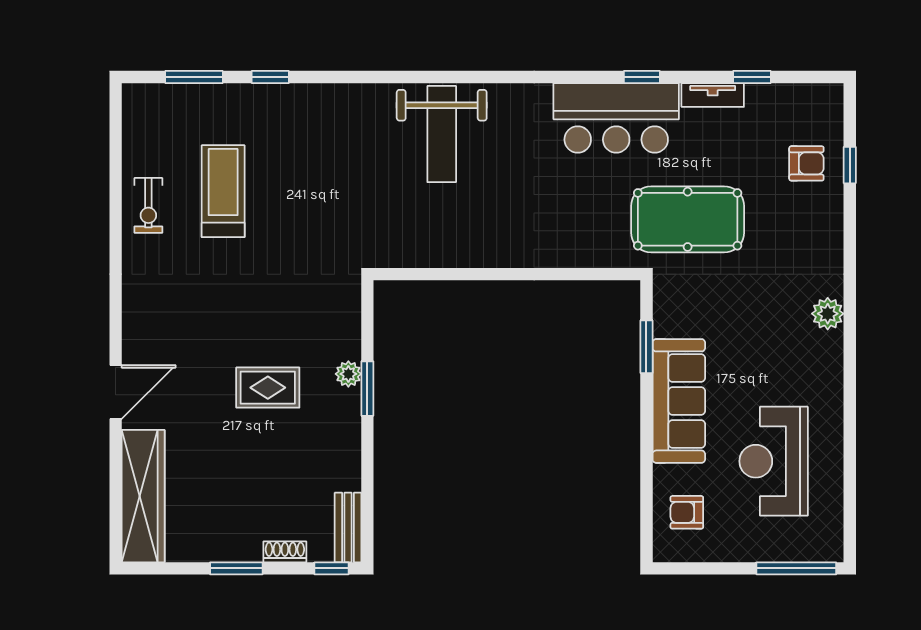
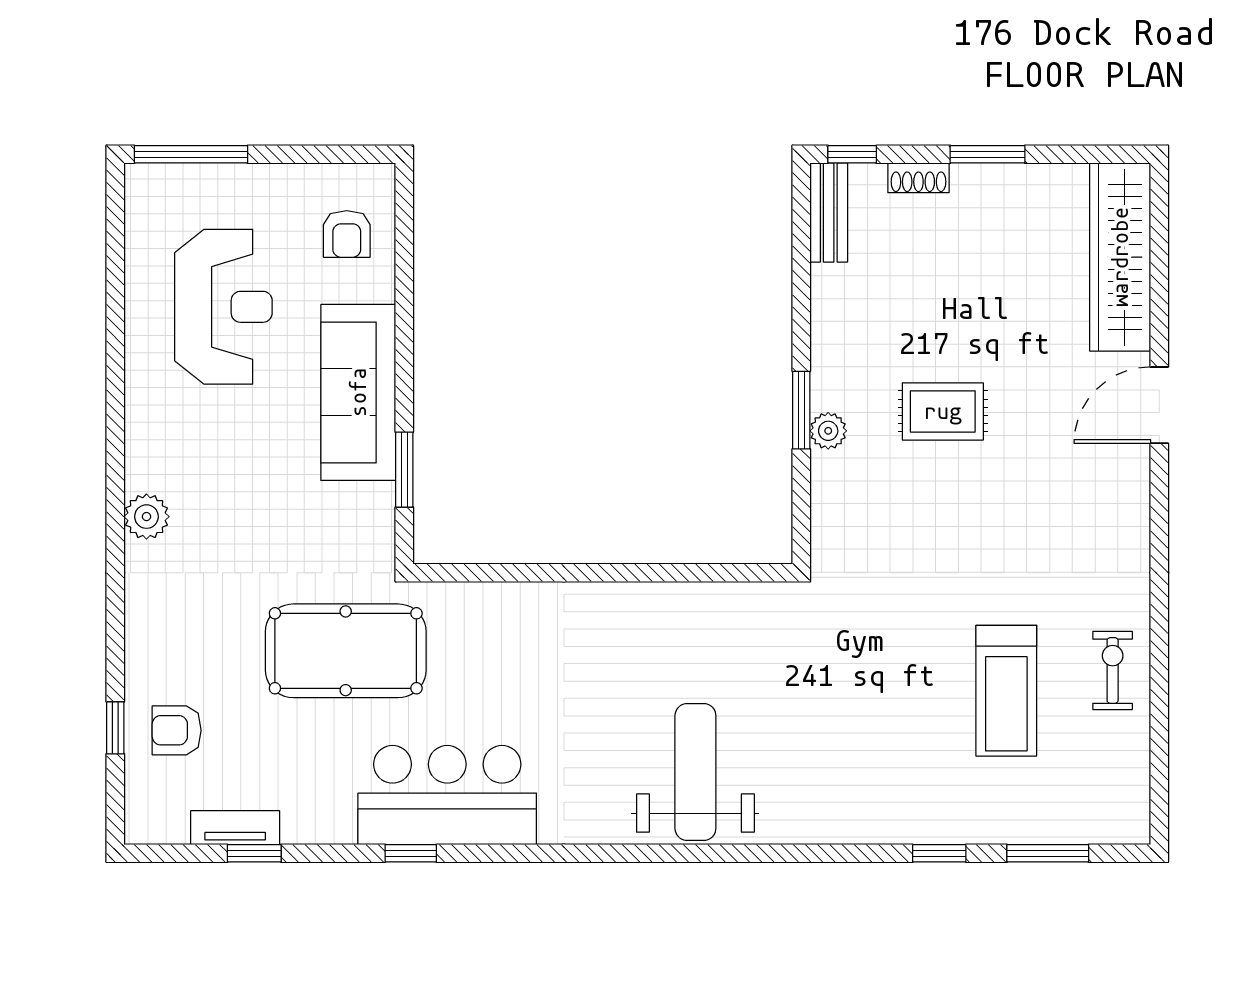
tv unit: (713, 95) -> (235, 828), moved
armchair: (687, 512) -> (347, 234), turned 90

